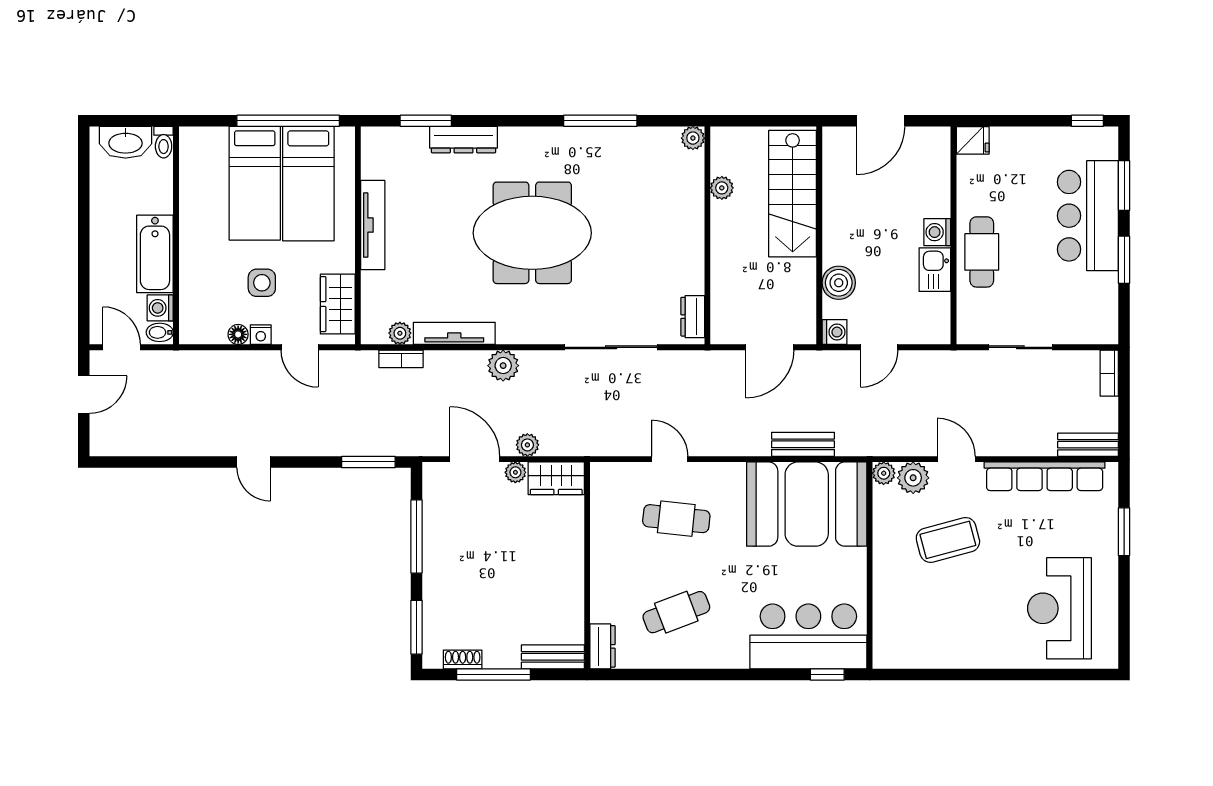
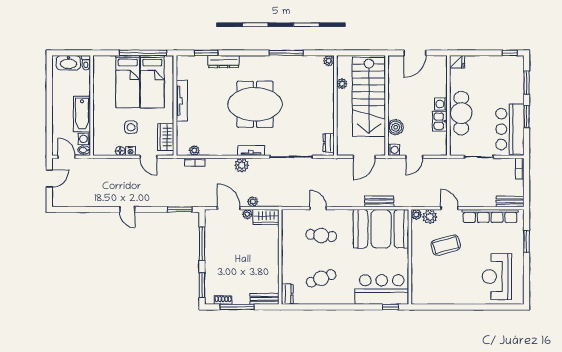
stairs: (793, 194) -> (369, 97), width x1.36, depth x1.51
bar counter: (1088, 216) -> (510, 129), moved
cafe table: (982, 252) -> (461, 113), width x1.37, depth x1.35
tv unit: (454, 333) -> (251, 150), moved, width x0.71

